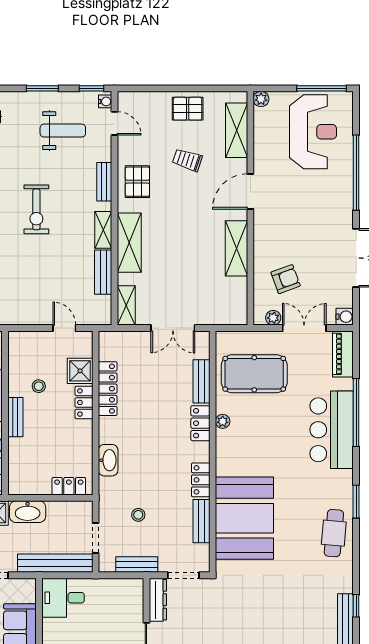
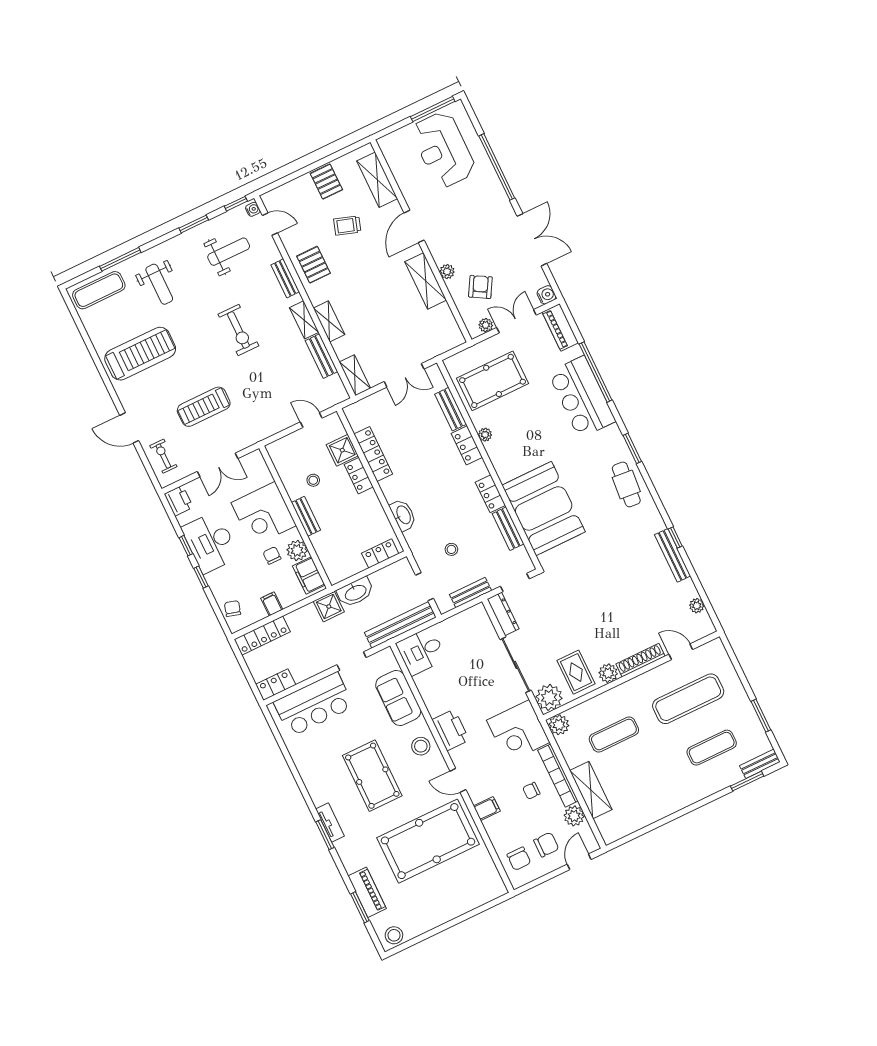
plant: (261, 99) -> (447, 272), moved
pallet: (188, 109) -> (326, 182), turned 90
reception desk: (313, 132) -> (443, 150), turned 180
shelving: (129, 243) -> (329, 321), width x0.67, depth x0.75
armchair: (286, 279) -> (480, 287), turned -40

